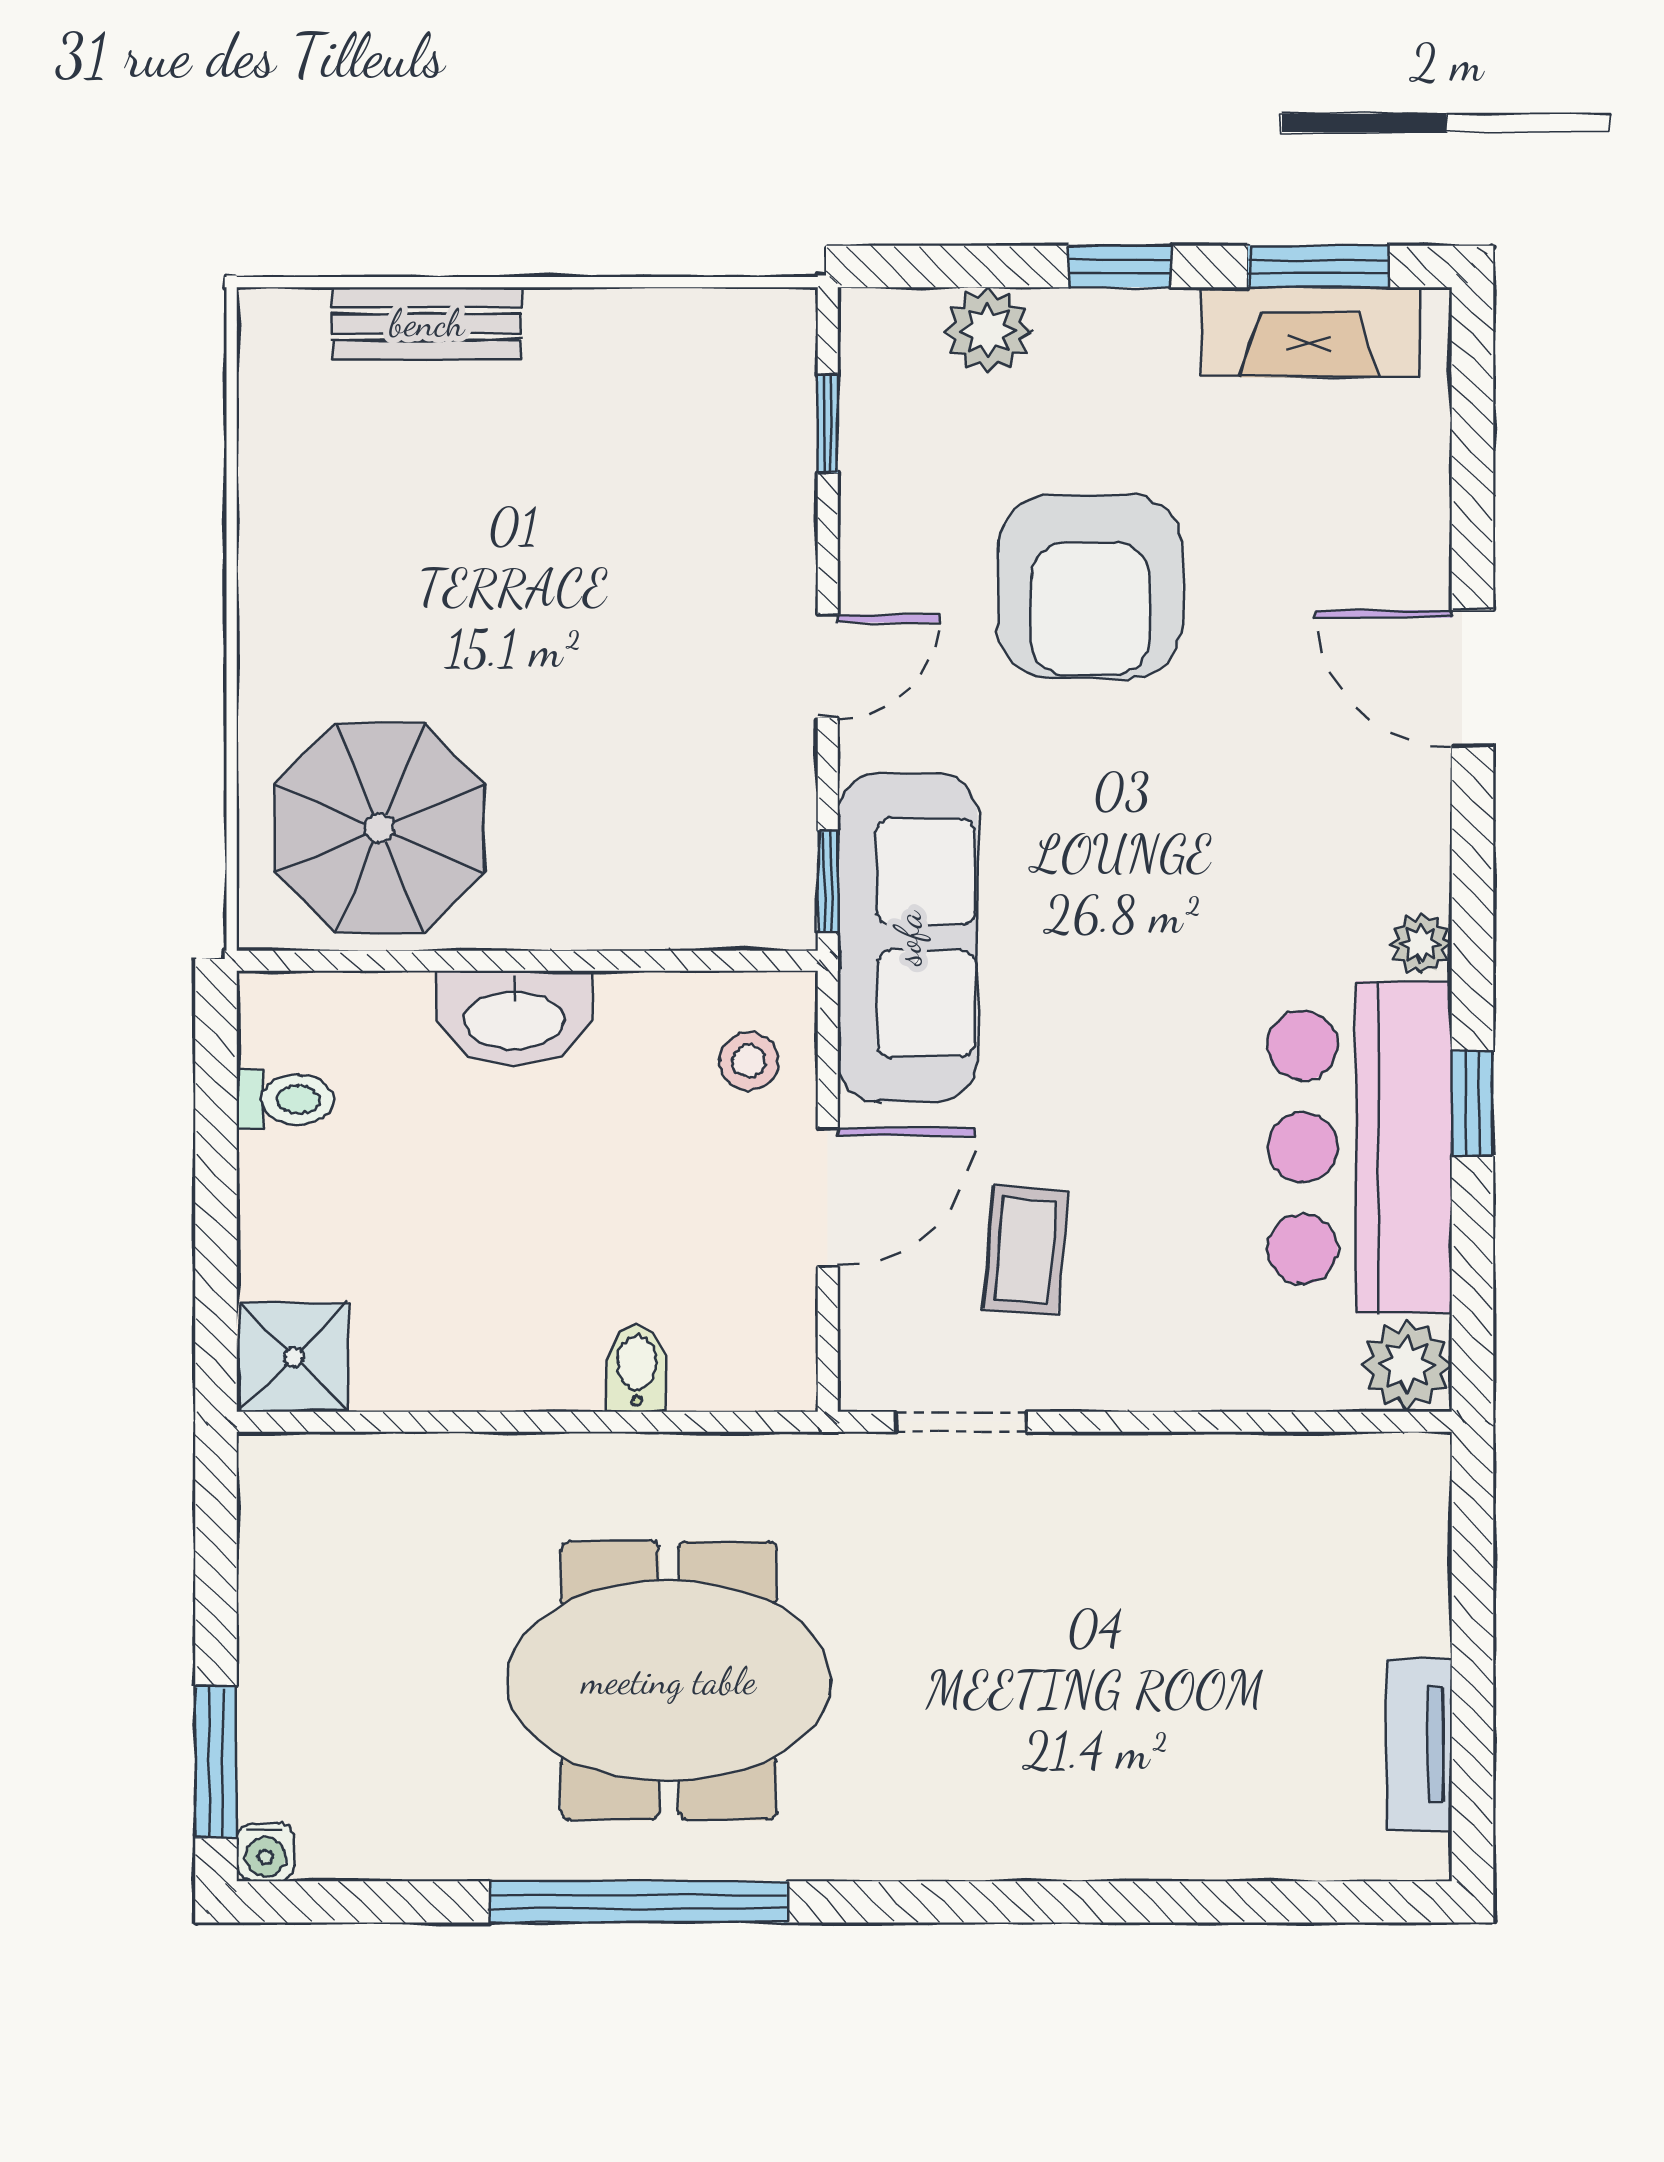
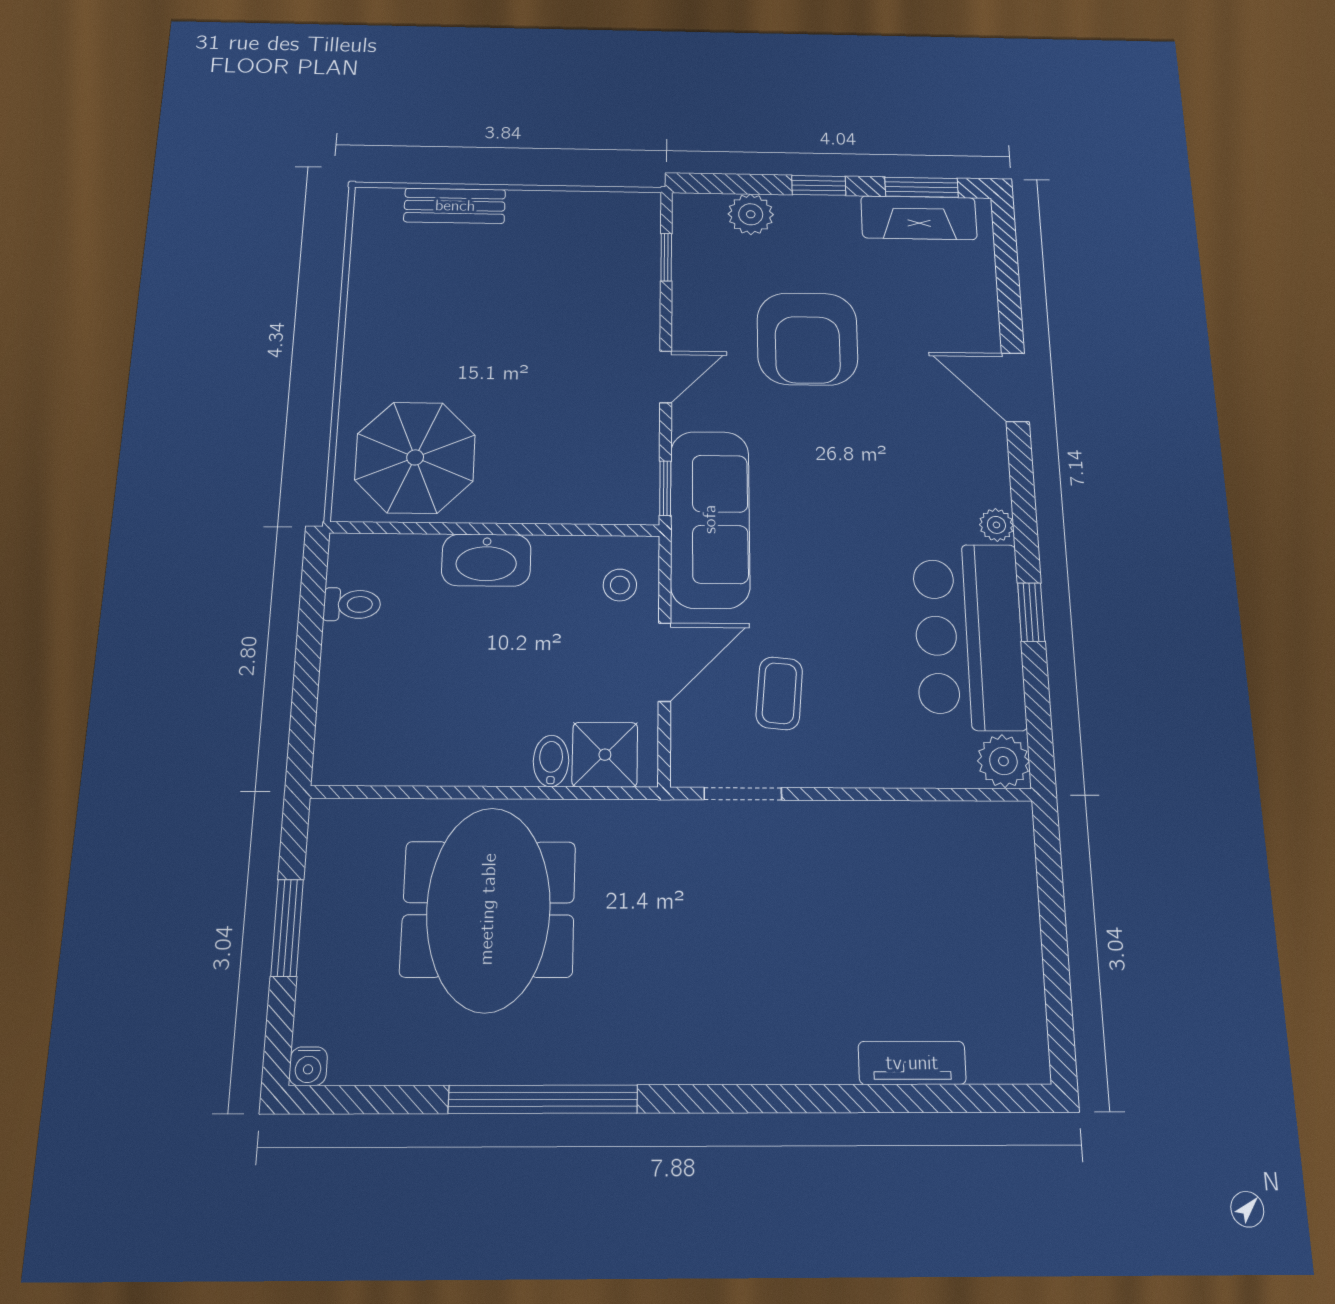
shower: (294, 1357) -> (605, 755), moved
meeting table: (669, 1681) -> (488, 909), moved, turned 90
tv unit: (1419, 1744) -> (912, 1063), moved, turned 90
window: (216, 1762) -> (287, 928), moved

